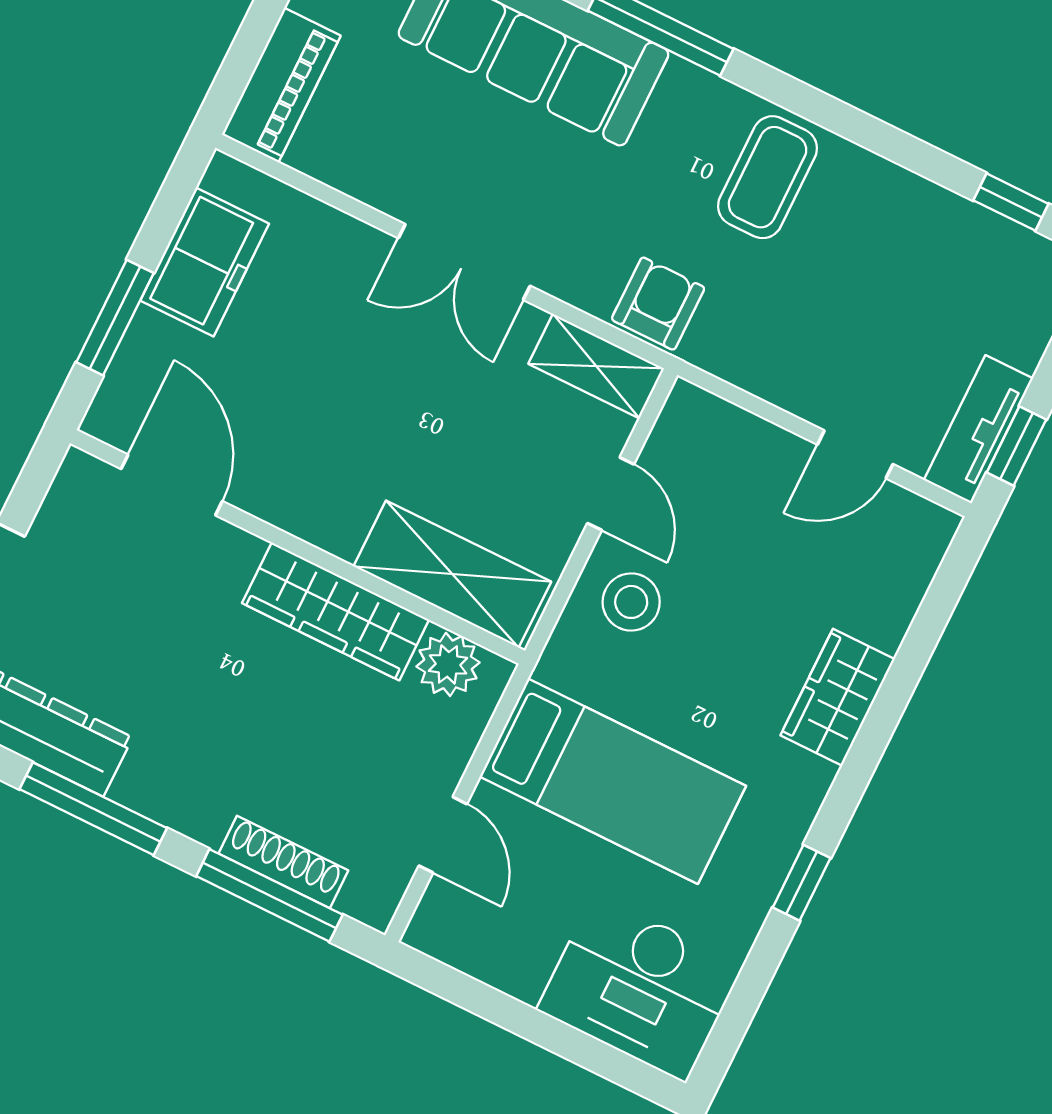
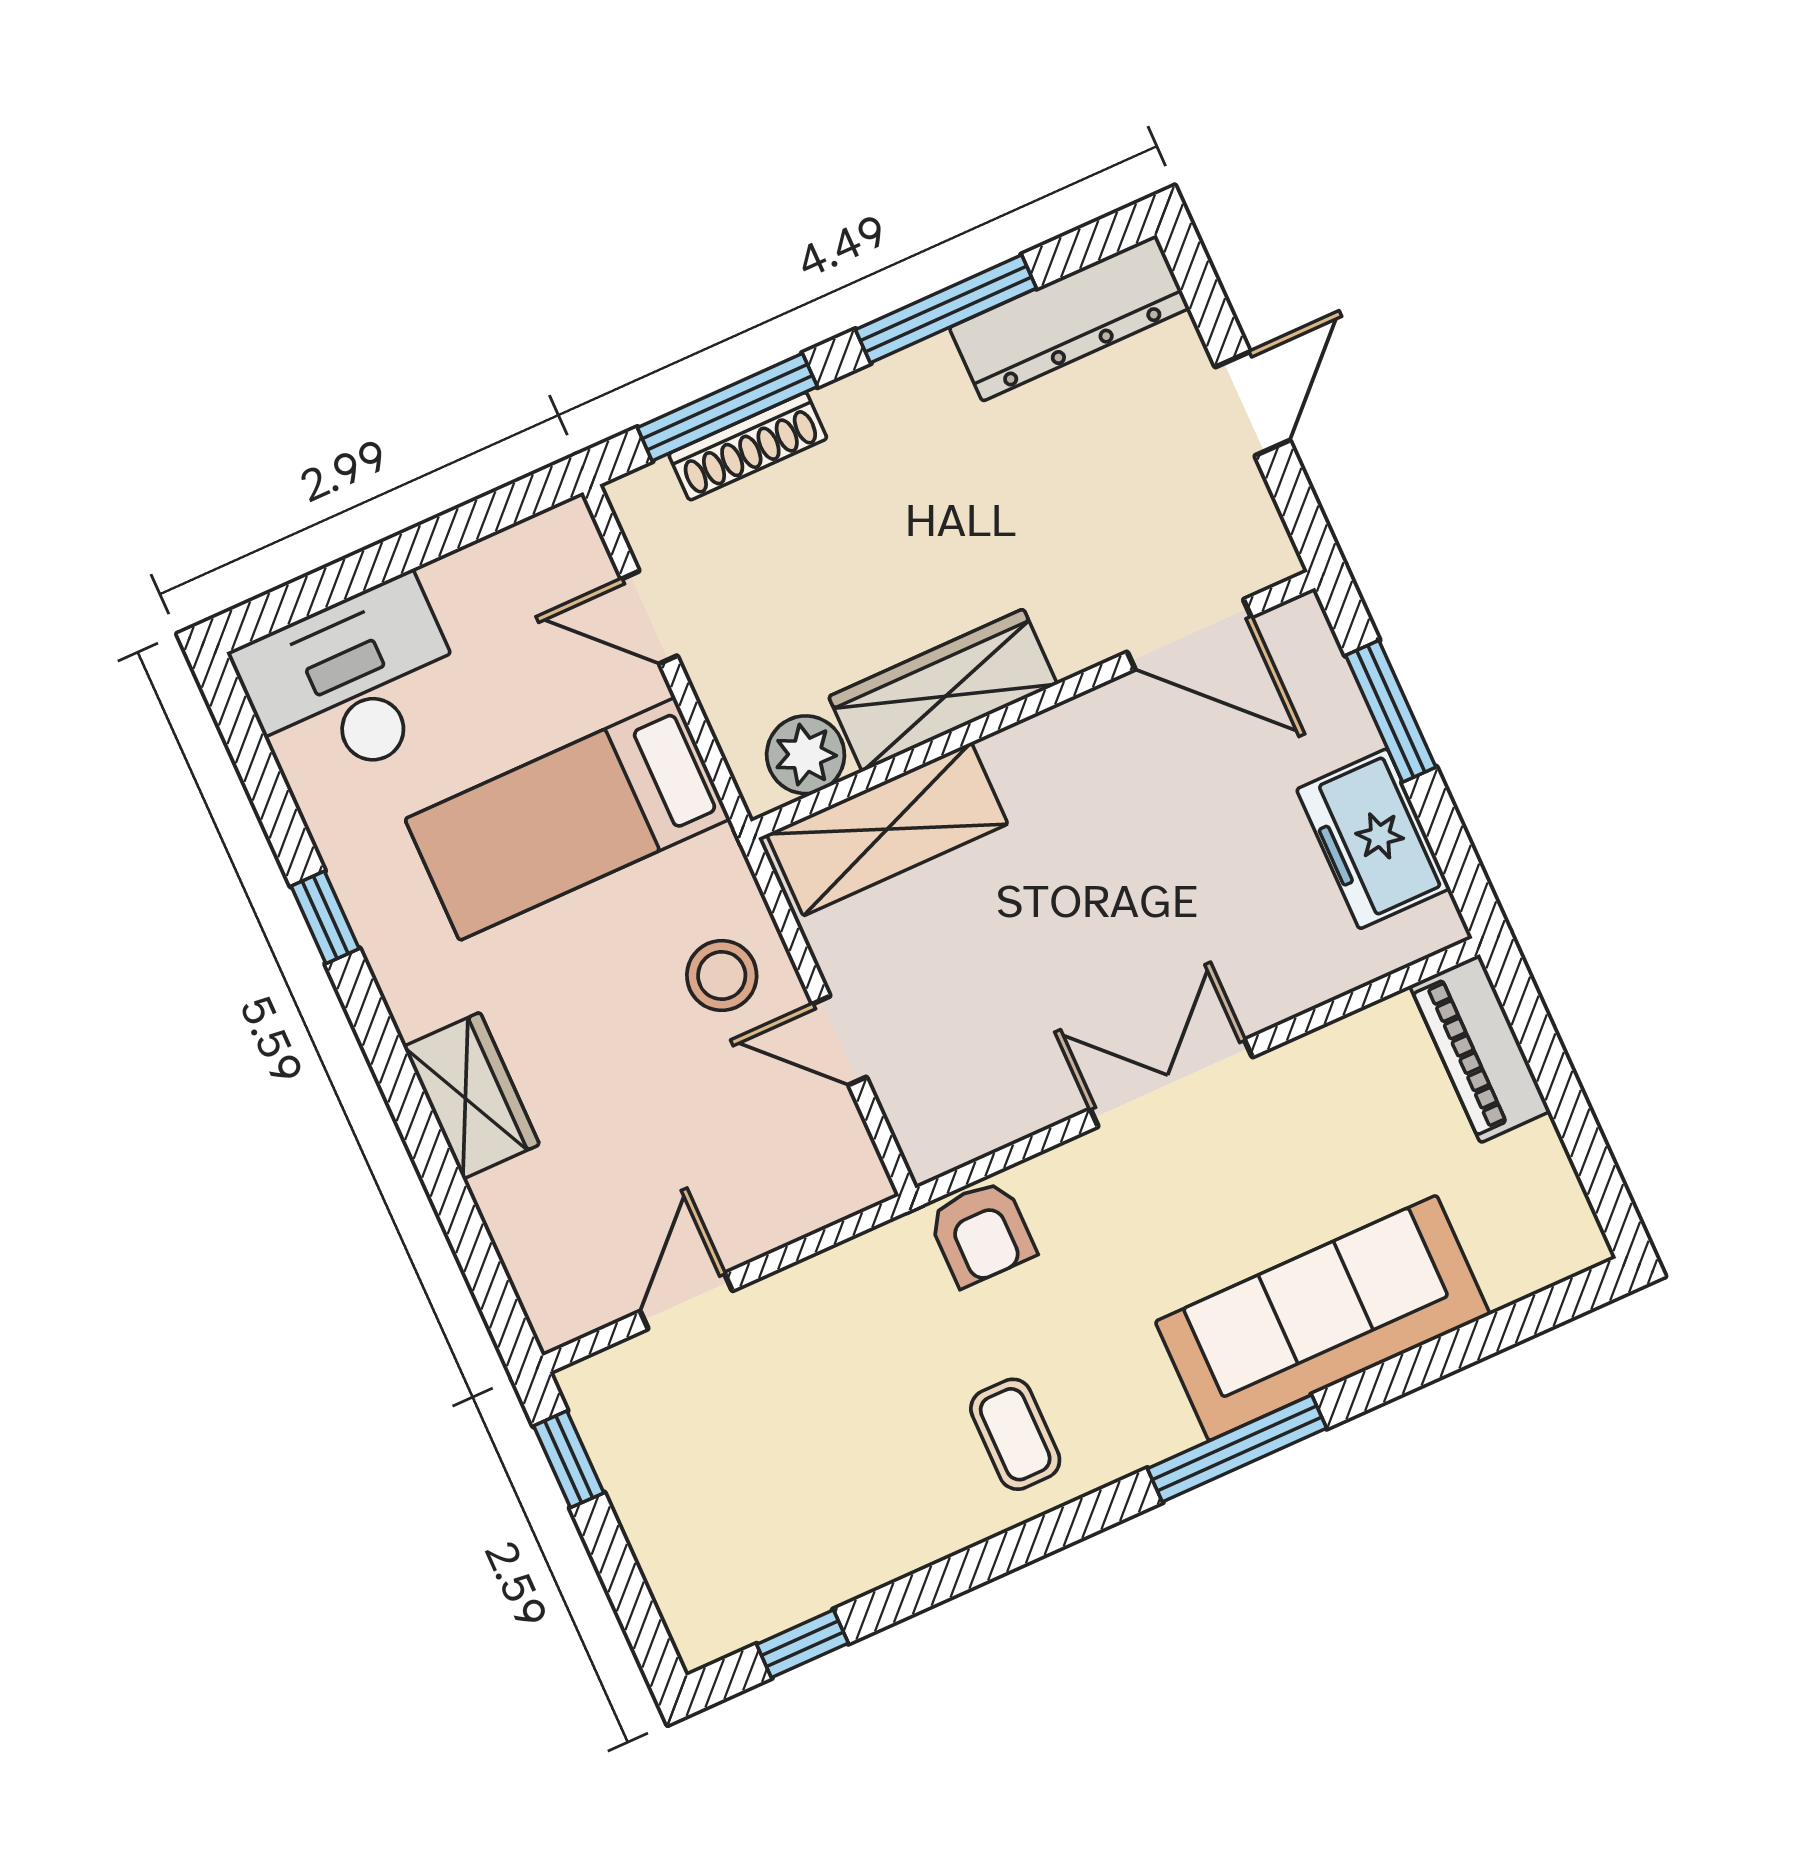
coffee table: (768, 177) -> (1015, 1434), width x0.73, depth x0.77
shelving: (596, 366) -> (971, 1126), removed
tv unit: (978, 429) -> (614, 1436), removed

